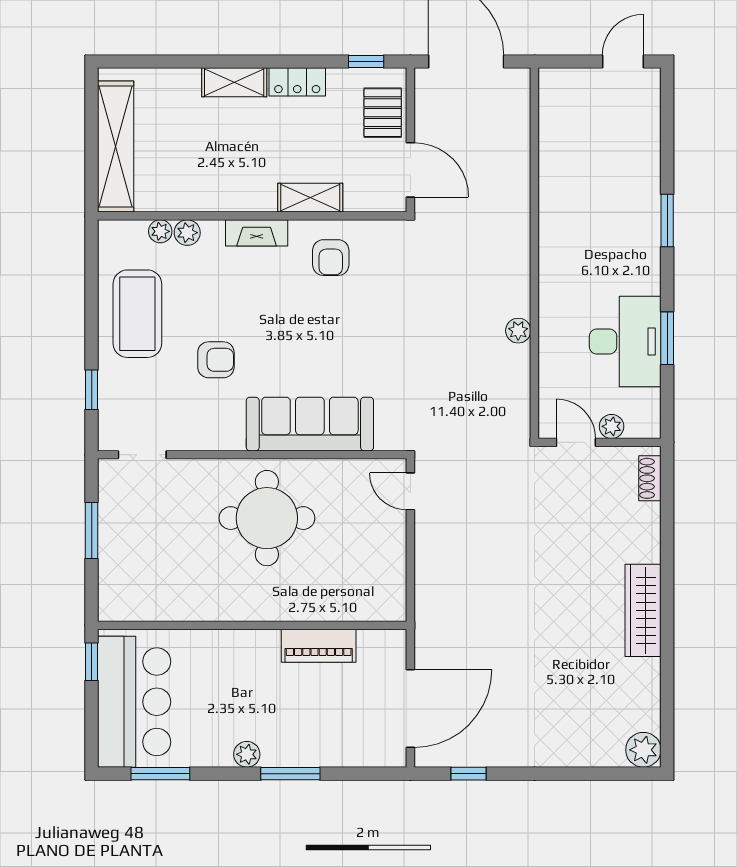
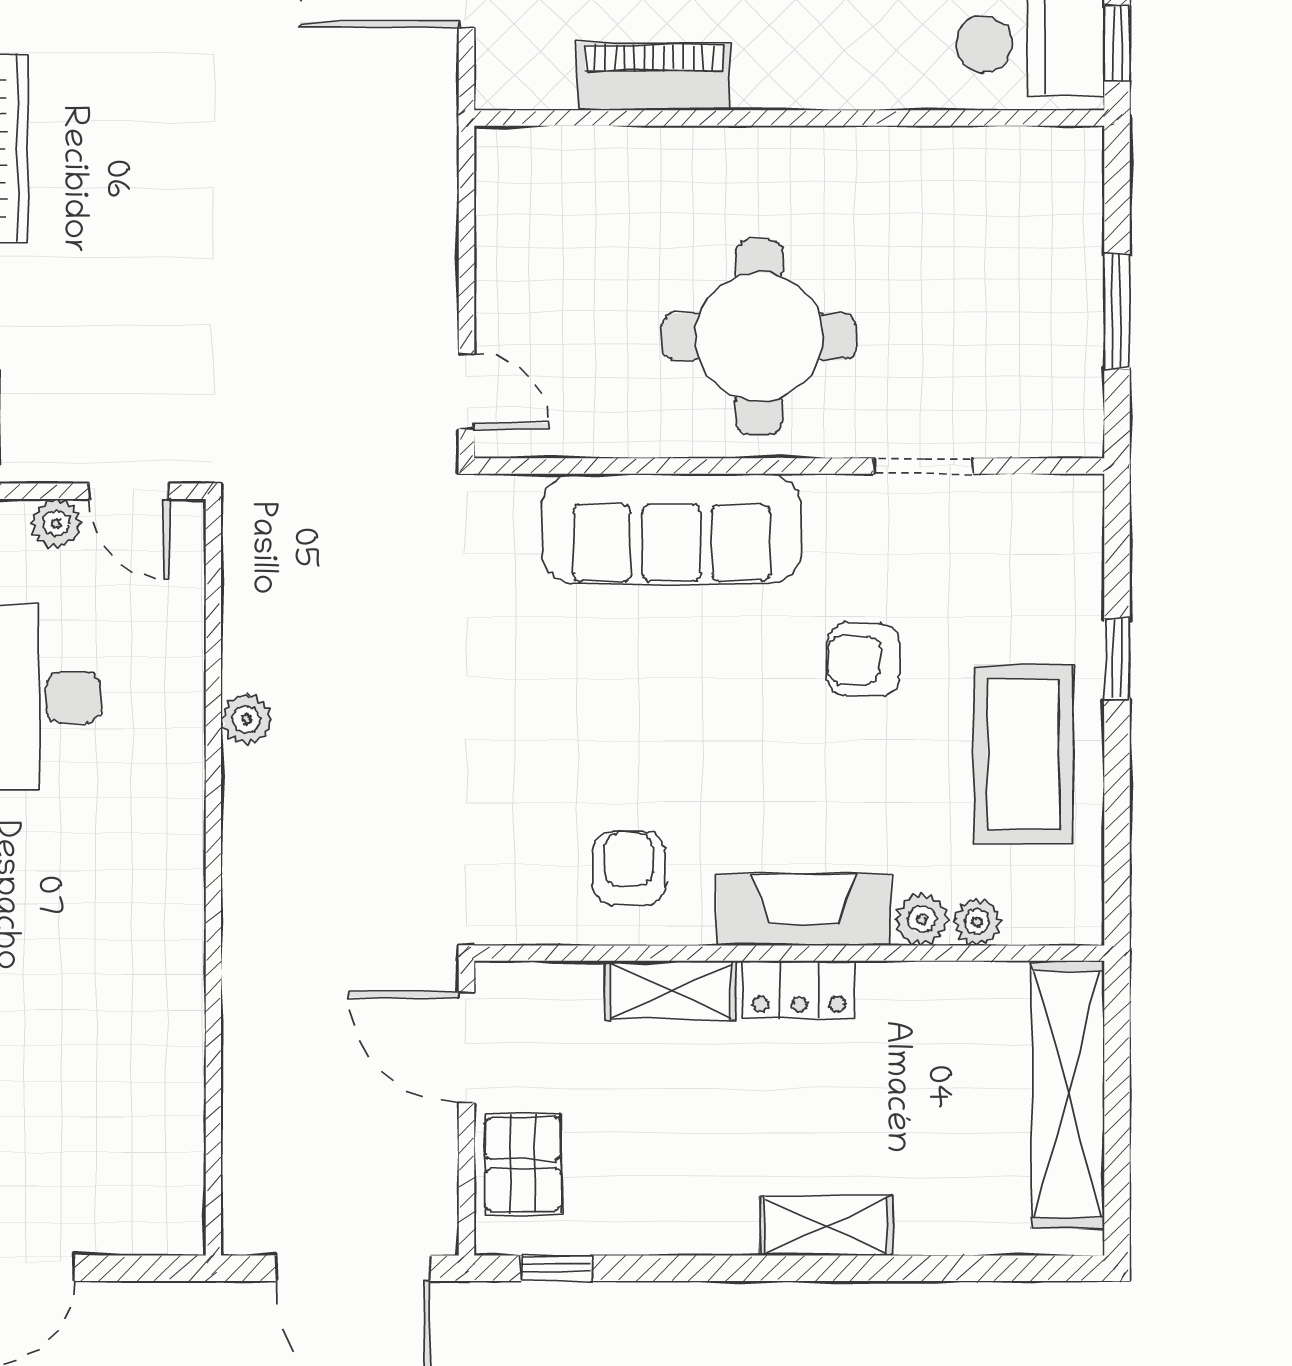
locker: (297, 82) -> (799, 990), moved, turned 180
fireplace: (257, 233) -> (804, 910), width x1.37, depth x1.32
window: (92, 390) -> (1117, 659), moved
doorway: (142, 455) -> (923, 466), moved

